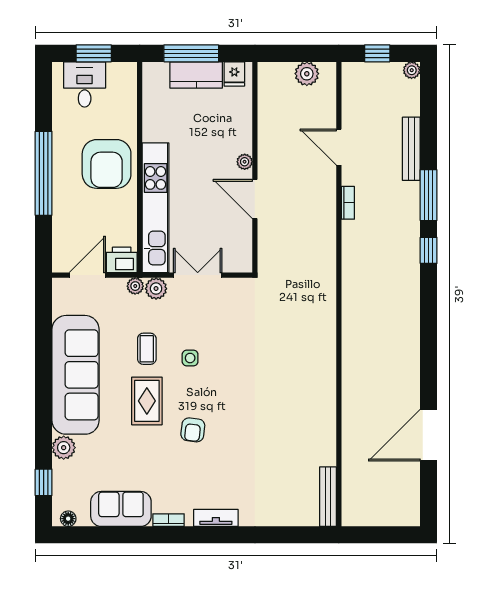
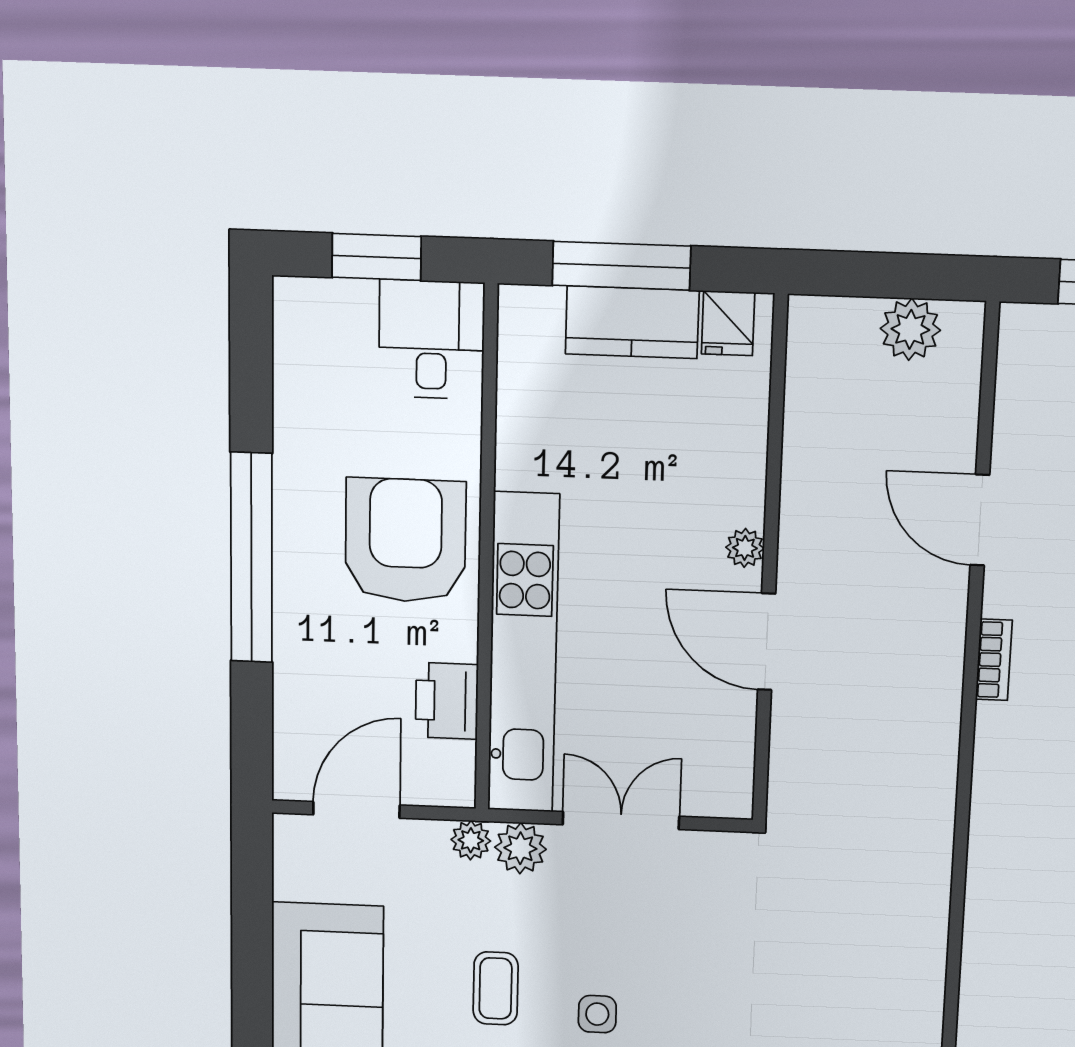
desk: (85, 84) -> (431, 340), moved
armchair: (107, 164) -> (406, 540), turned 180
printer: (122, 260) -> (447, 701), moved, turned -90

